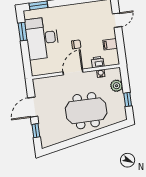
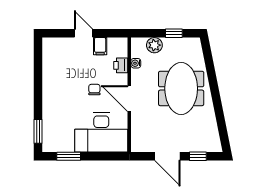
door: (117, 20) -> (83, 33), moved
desk: (42, 38) -> (101, 132), moved

